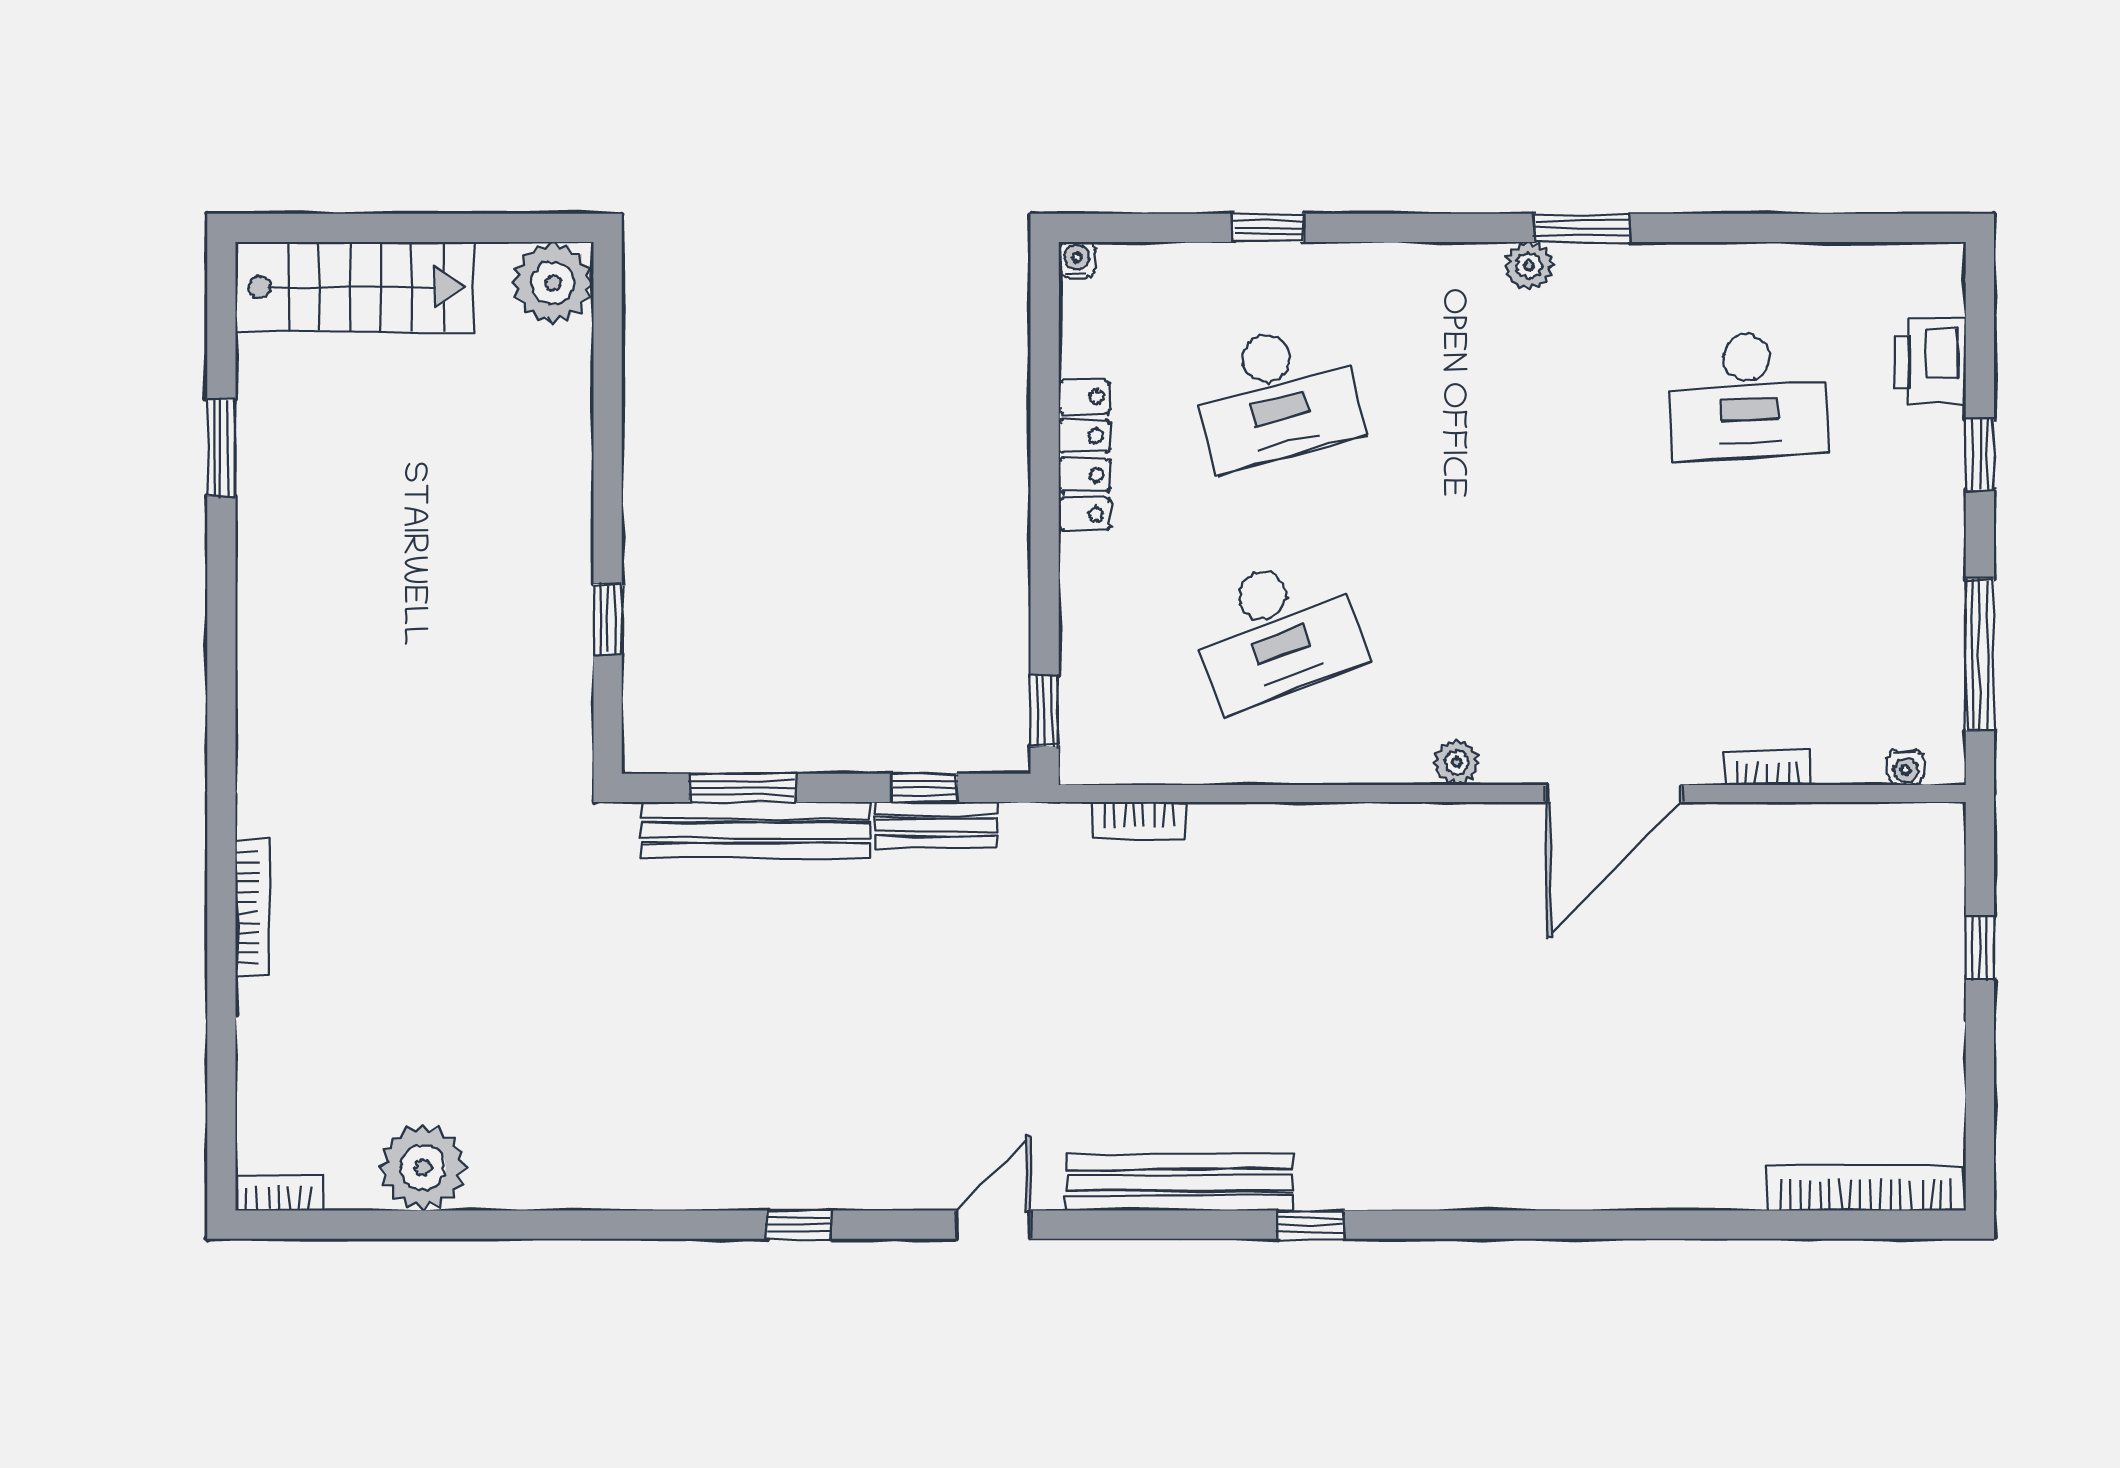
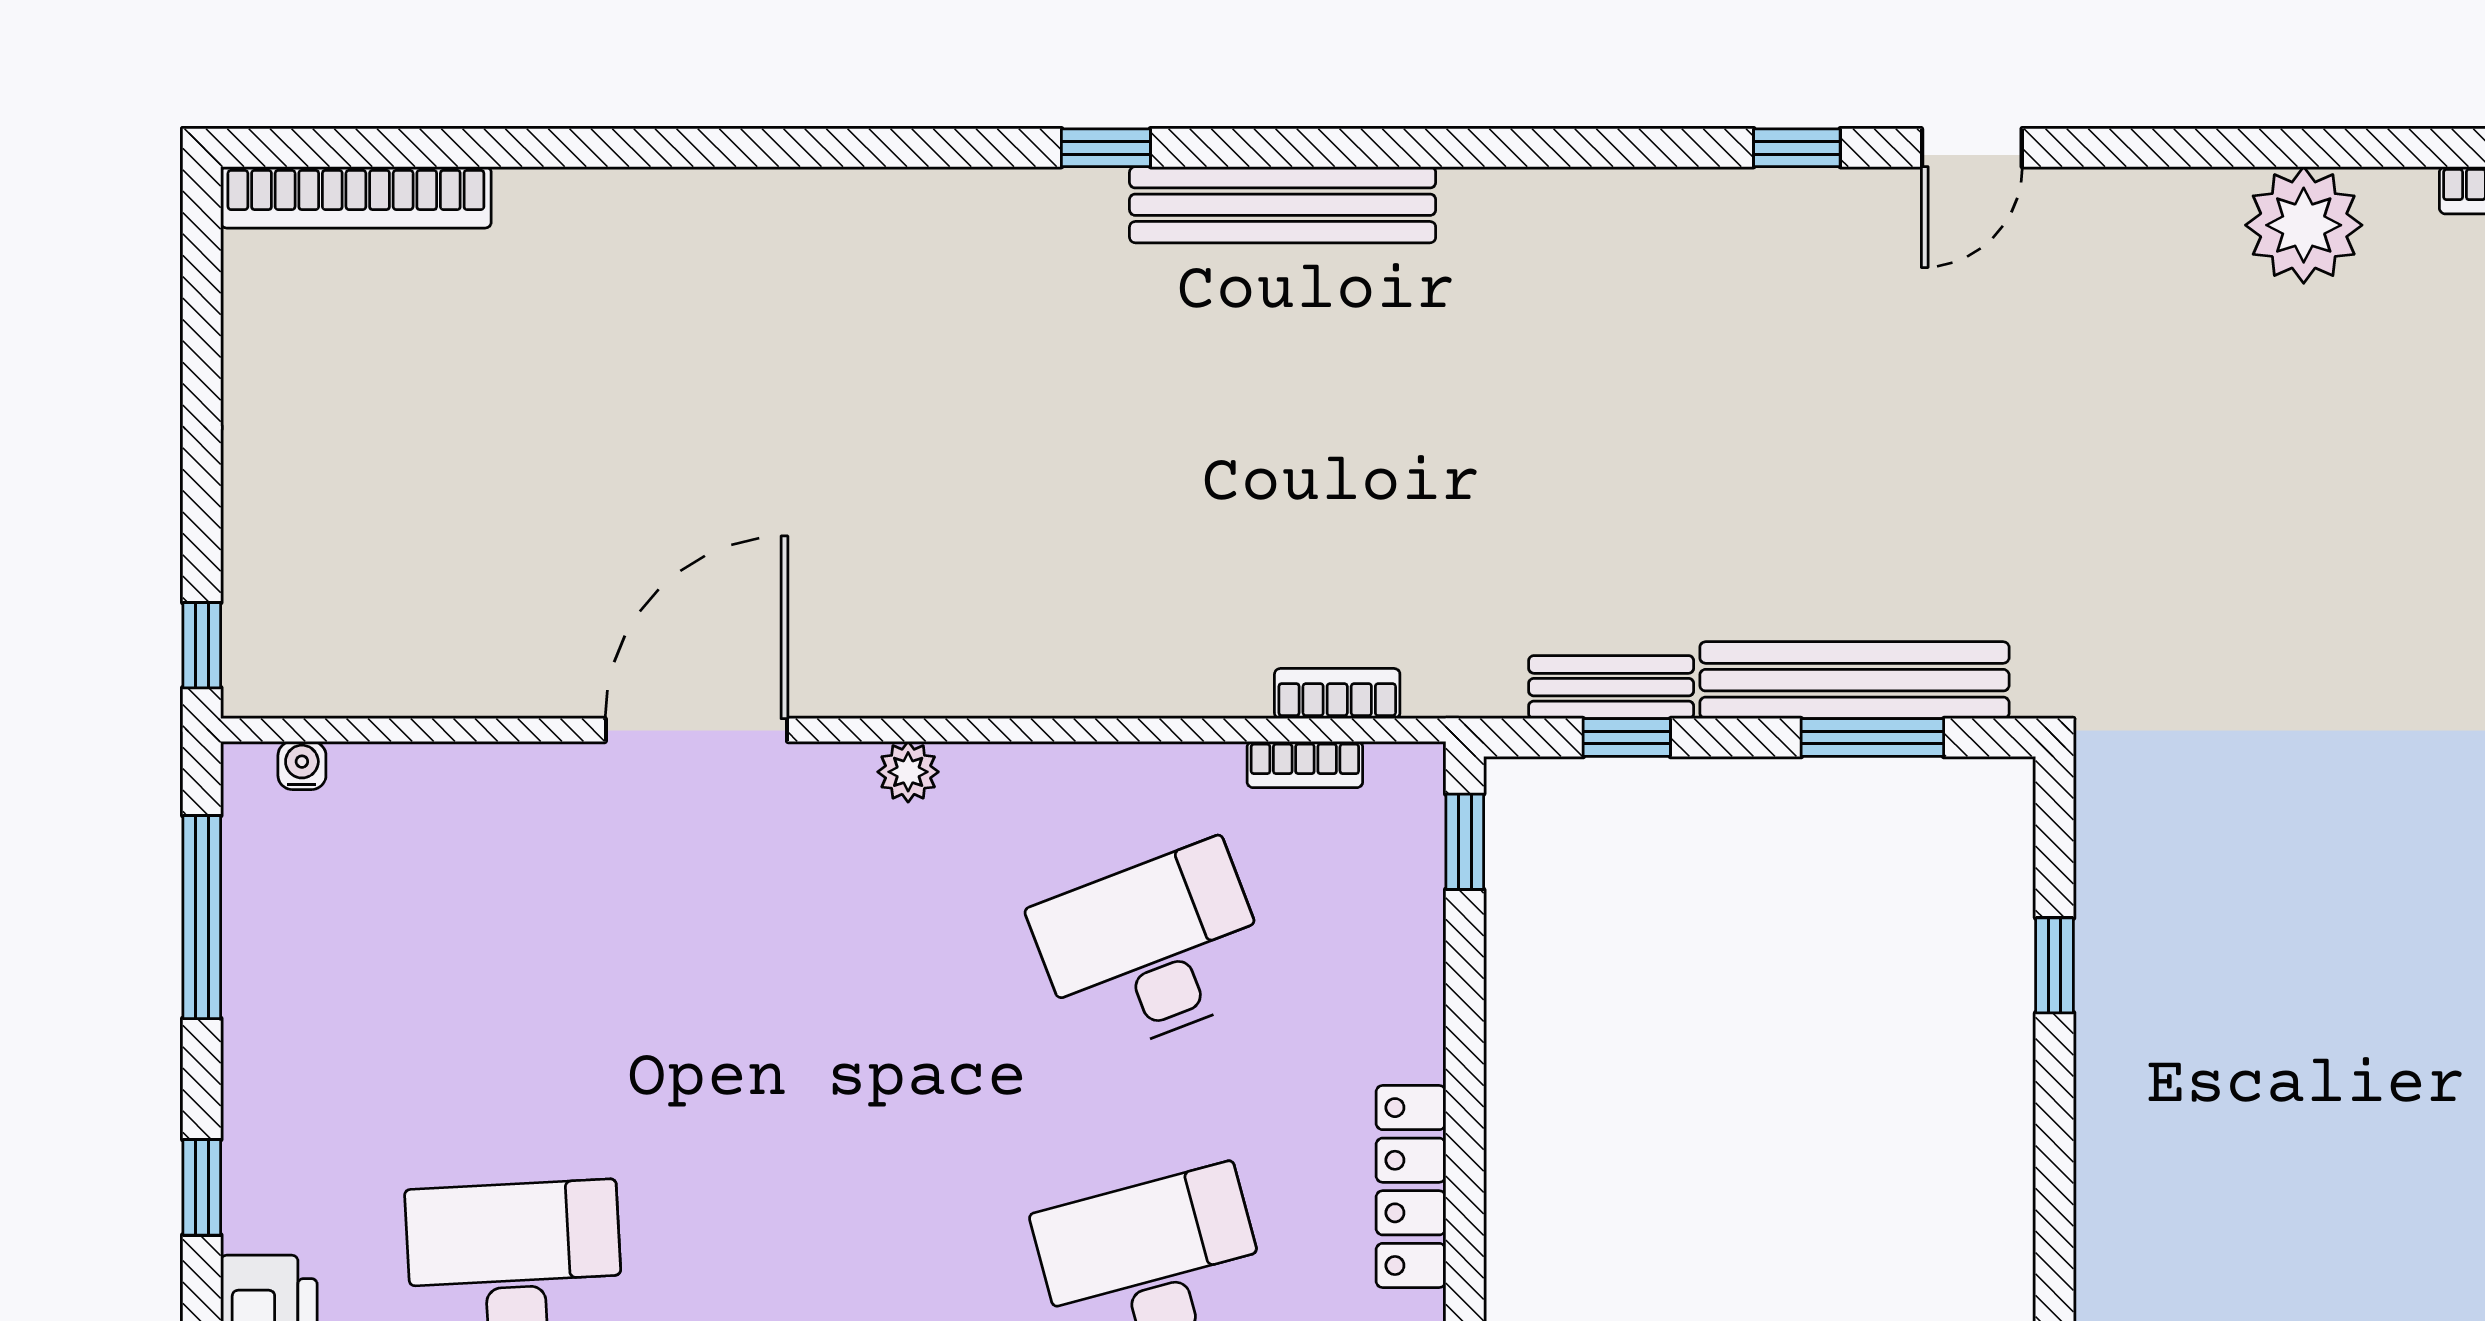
bookcase: (1767, 768) -> (1305, 764), moved
window: (1980, 948) -> (202, 645), moved
door: (993, 1225) -> (1972, 148), moved

